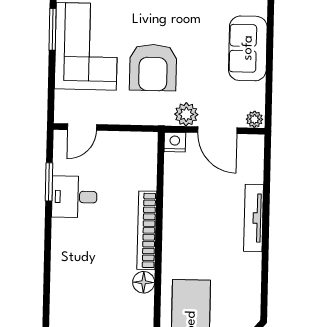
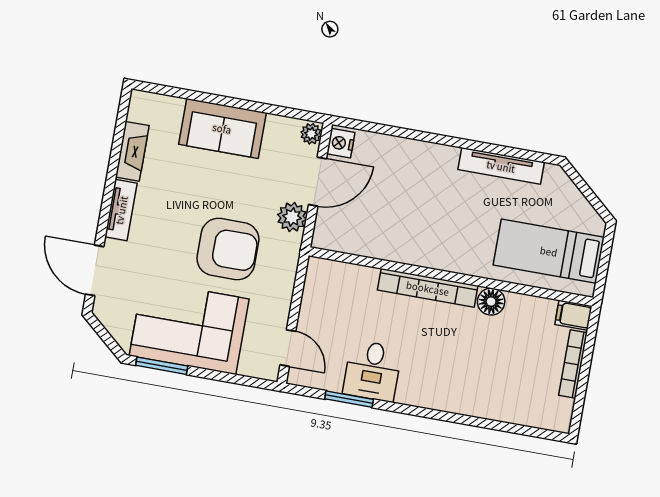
nightstand: (175, 142) -> (341, 143), moved
tv unit: (254, 218) -> (501, 166), moved

